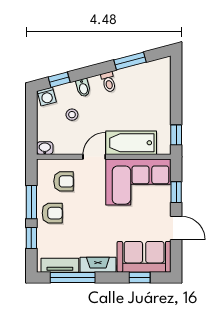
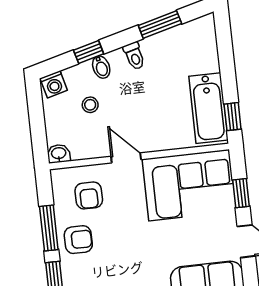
window: (59, 80) -> (89, 52), moved
bathtub: (131, 143) -> (208, 108), moved, turned -90
door: (94, 157) -> (126, 158), hinge flipped
armchair: (64, 181) -> (89, 195), turned 90

